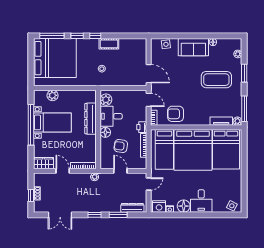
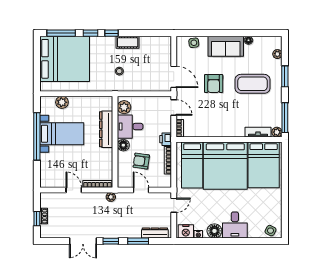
armchair: (176, 114) -> (214, 84), moved, turned -90
wardrobe: (43, 163) -> (51, 181), removed
double door: (60, 215) -> (83, 241), moved

